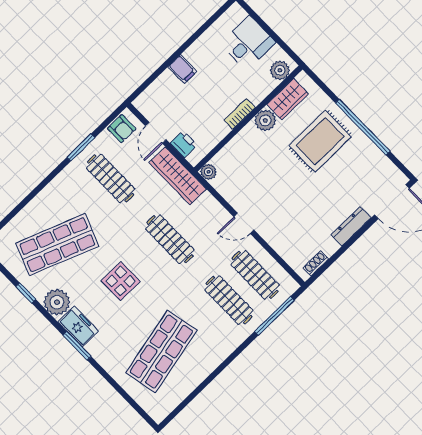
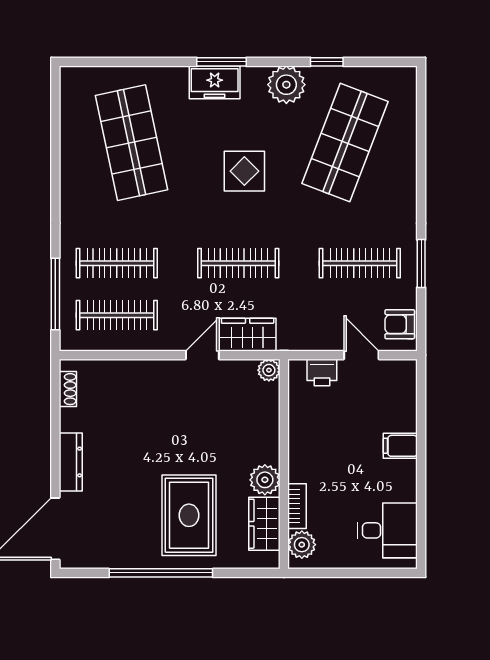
desk: (248, 43) -> (388, 530), moved, turned -90
bookcase: (240, 114) -> (297, 506), moved
wardrobe: (178, 176) -> (248, 335), moved, width x0.67
door: (244, 223) -> (202, 355), moved
freezer: (78, 326) -> (215, 82), moved

